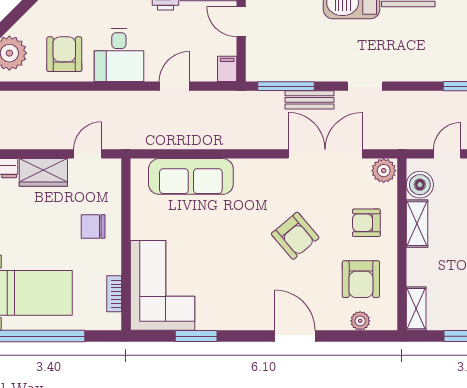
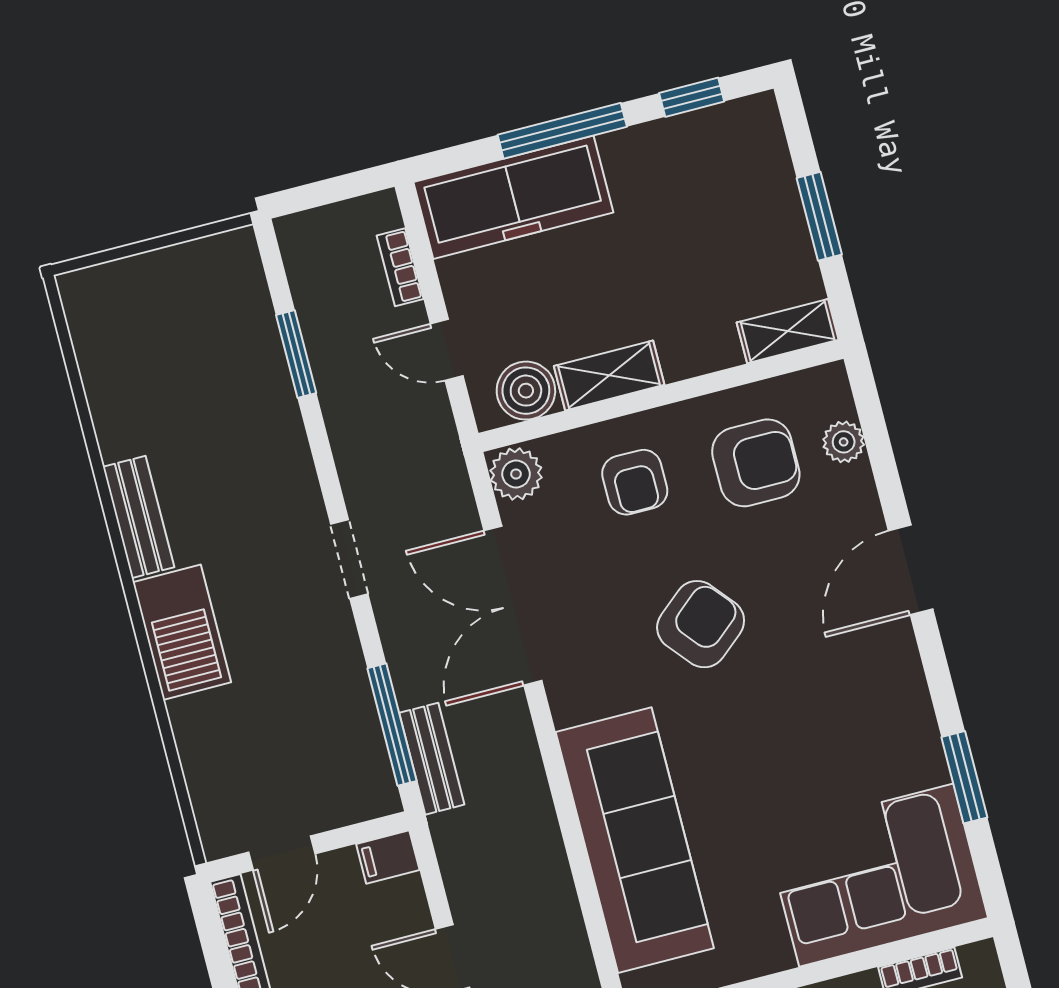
bench: (310, 100) -> (432, 759), moved
sofa: (191, 176) -> (635, 840), width x1.36, depth x1.27

